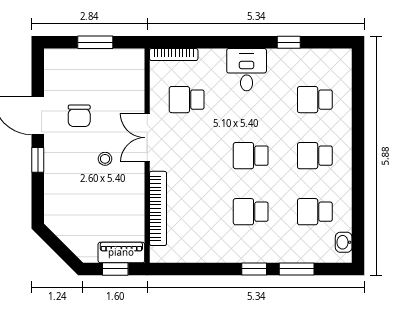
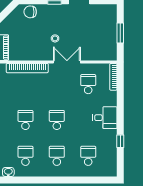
chair: (79, 116) -> (30, 12), moved

